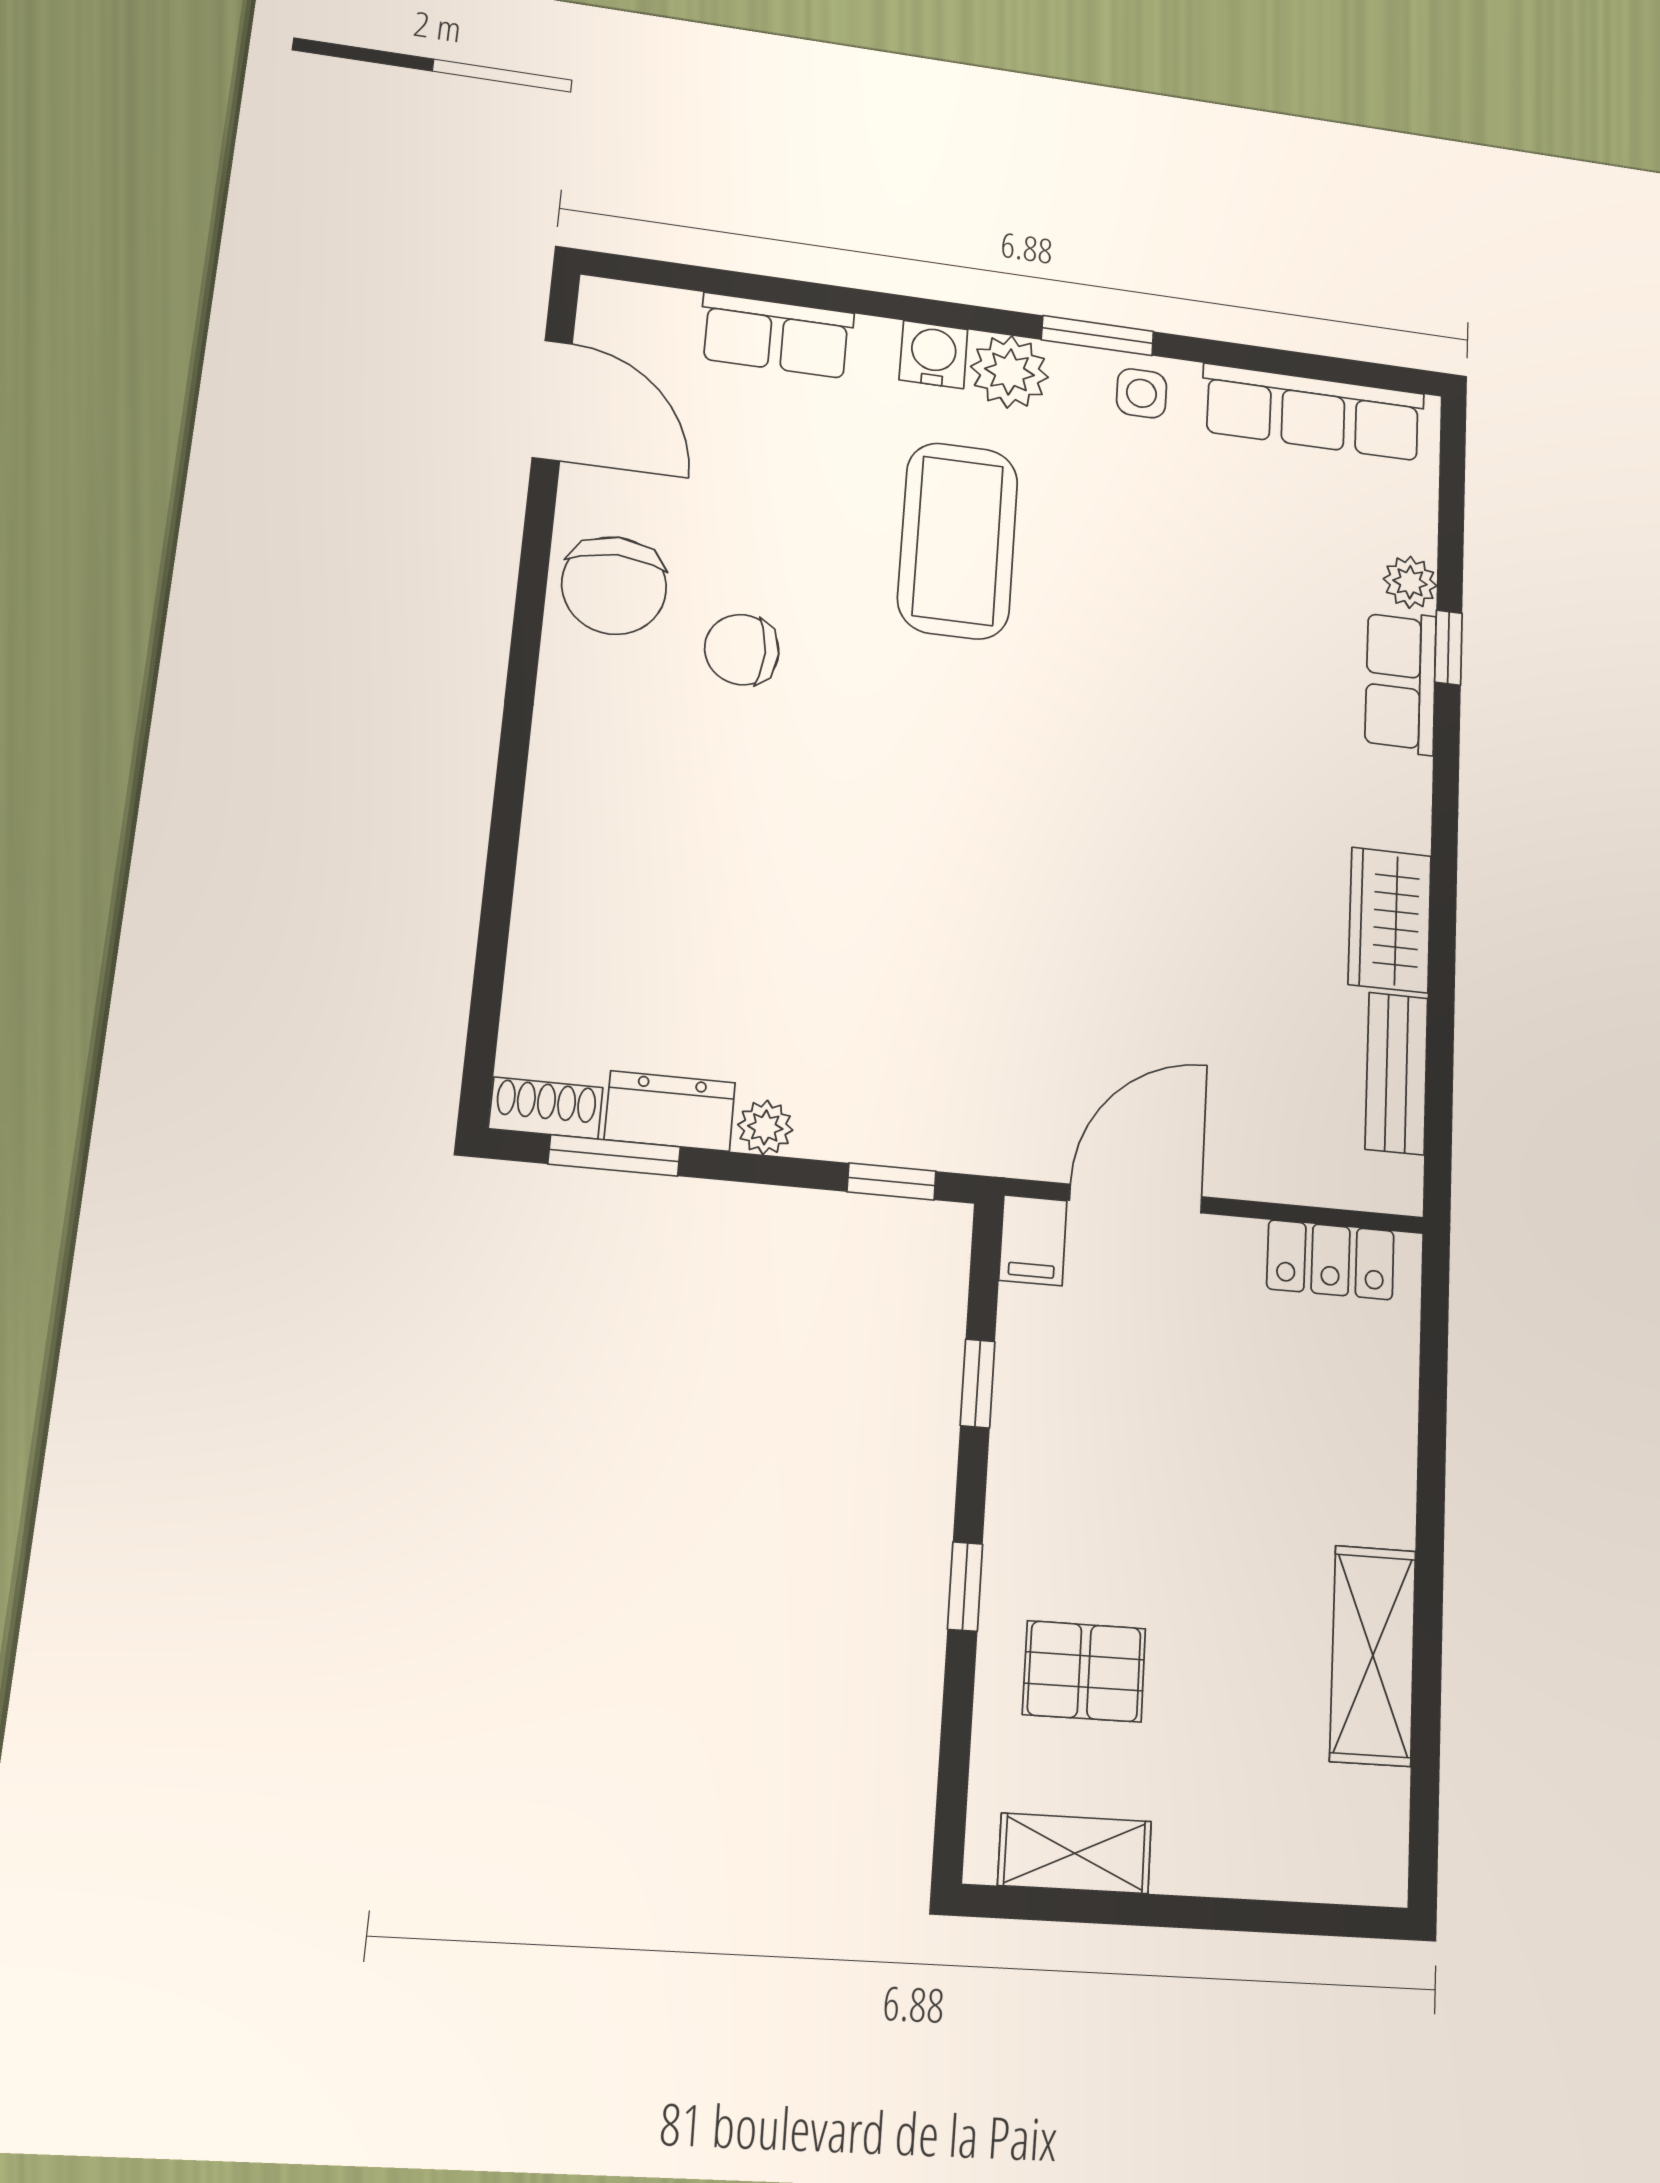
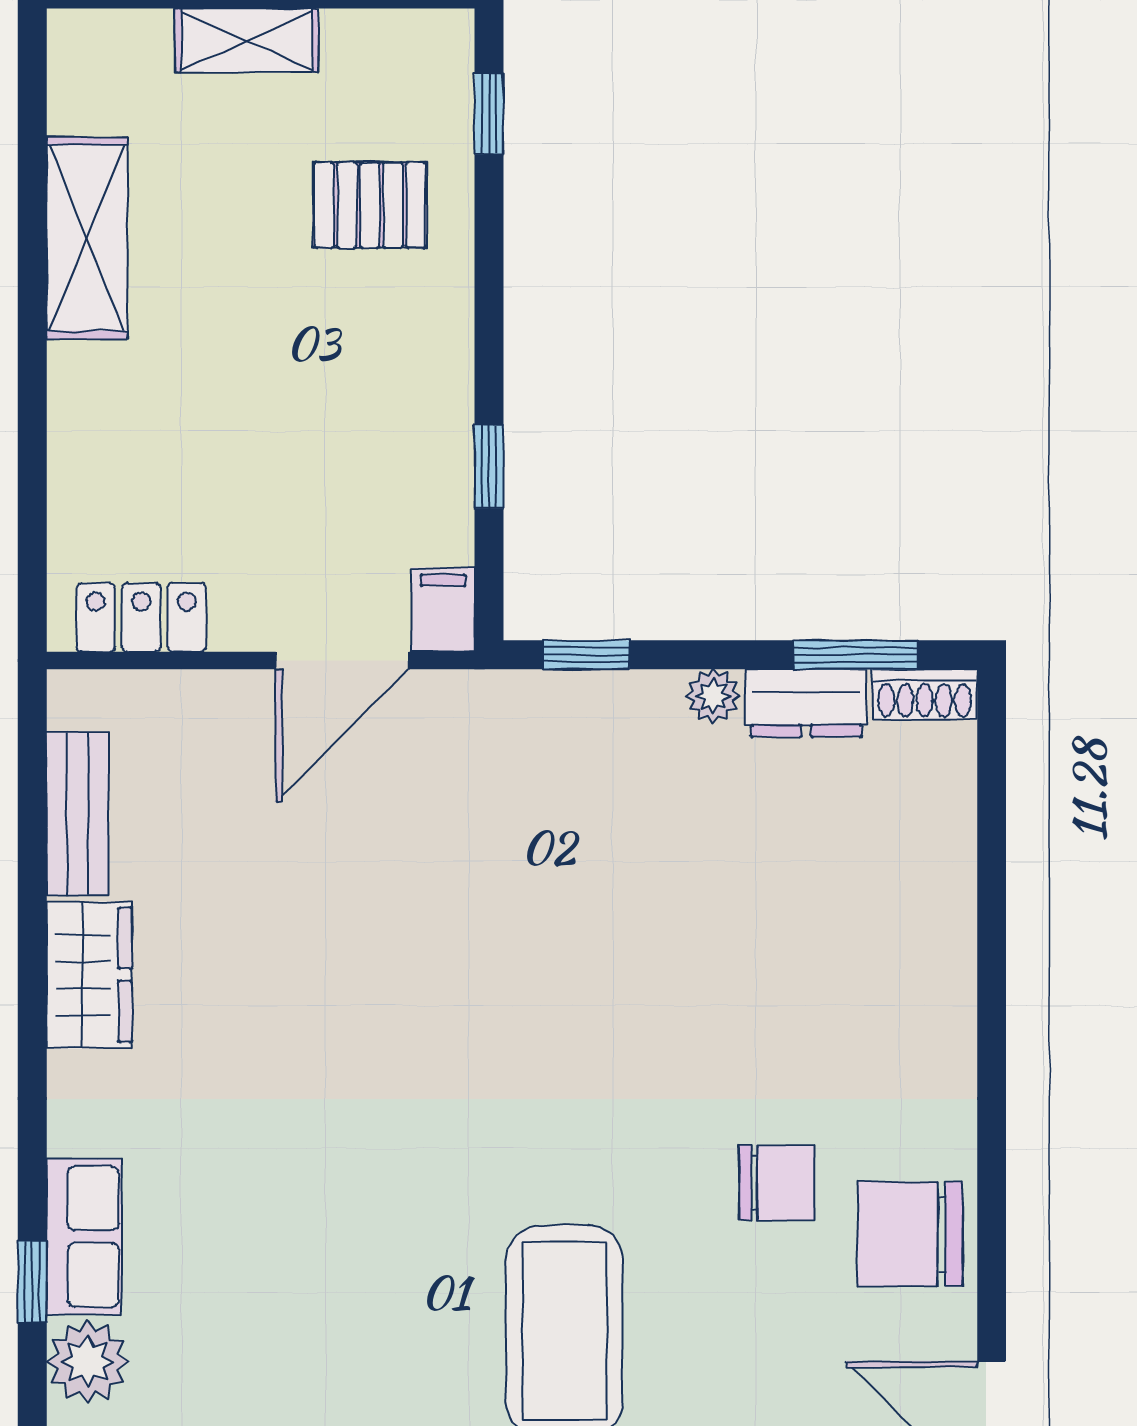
plant: (1410, 582) -> (88, 1361), width x1.38, depth x1.38
chair: (614, 586) -> (910, 1234), turned -90
window: (965, 1587) -> (489, 114), moved
shelving: (1075, 1853) -> (247, 41), moved

